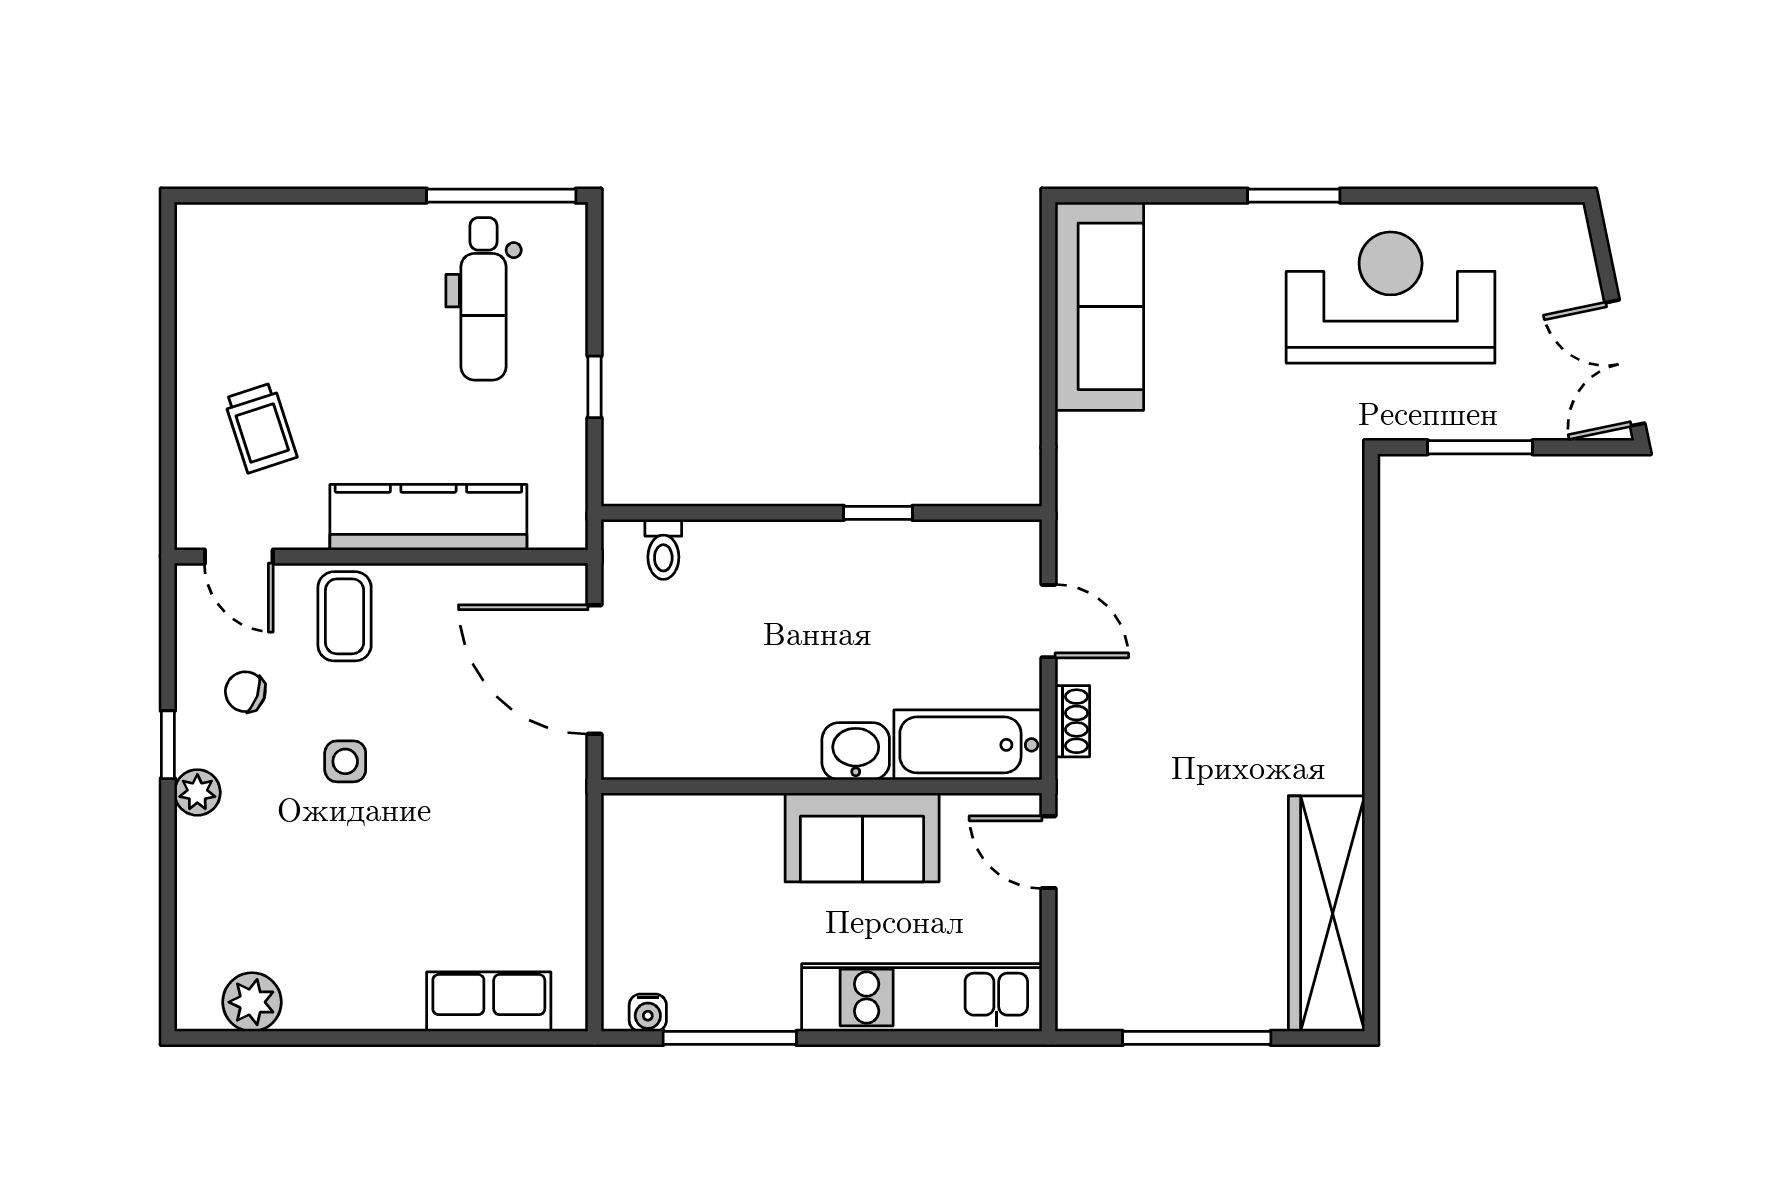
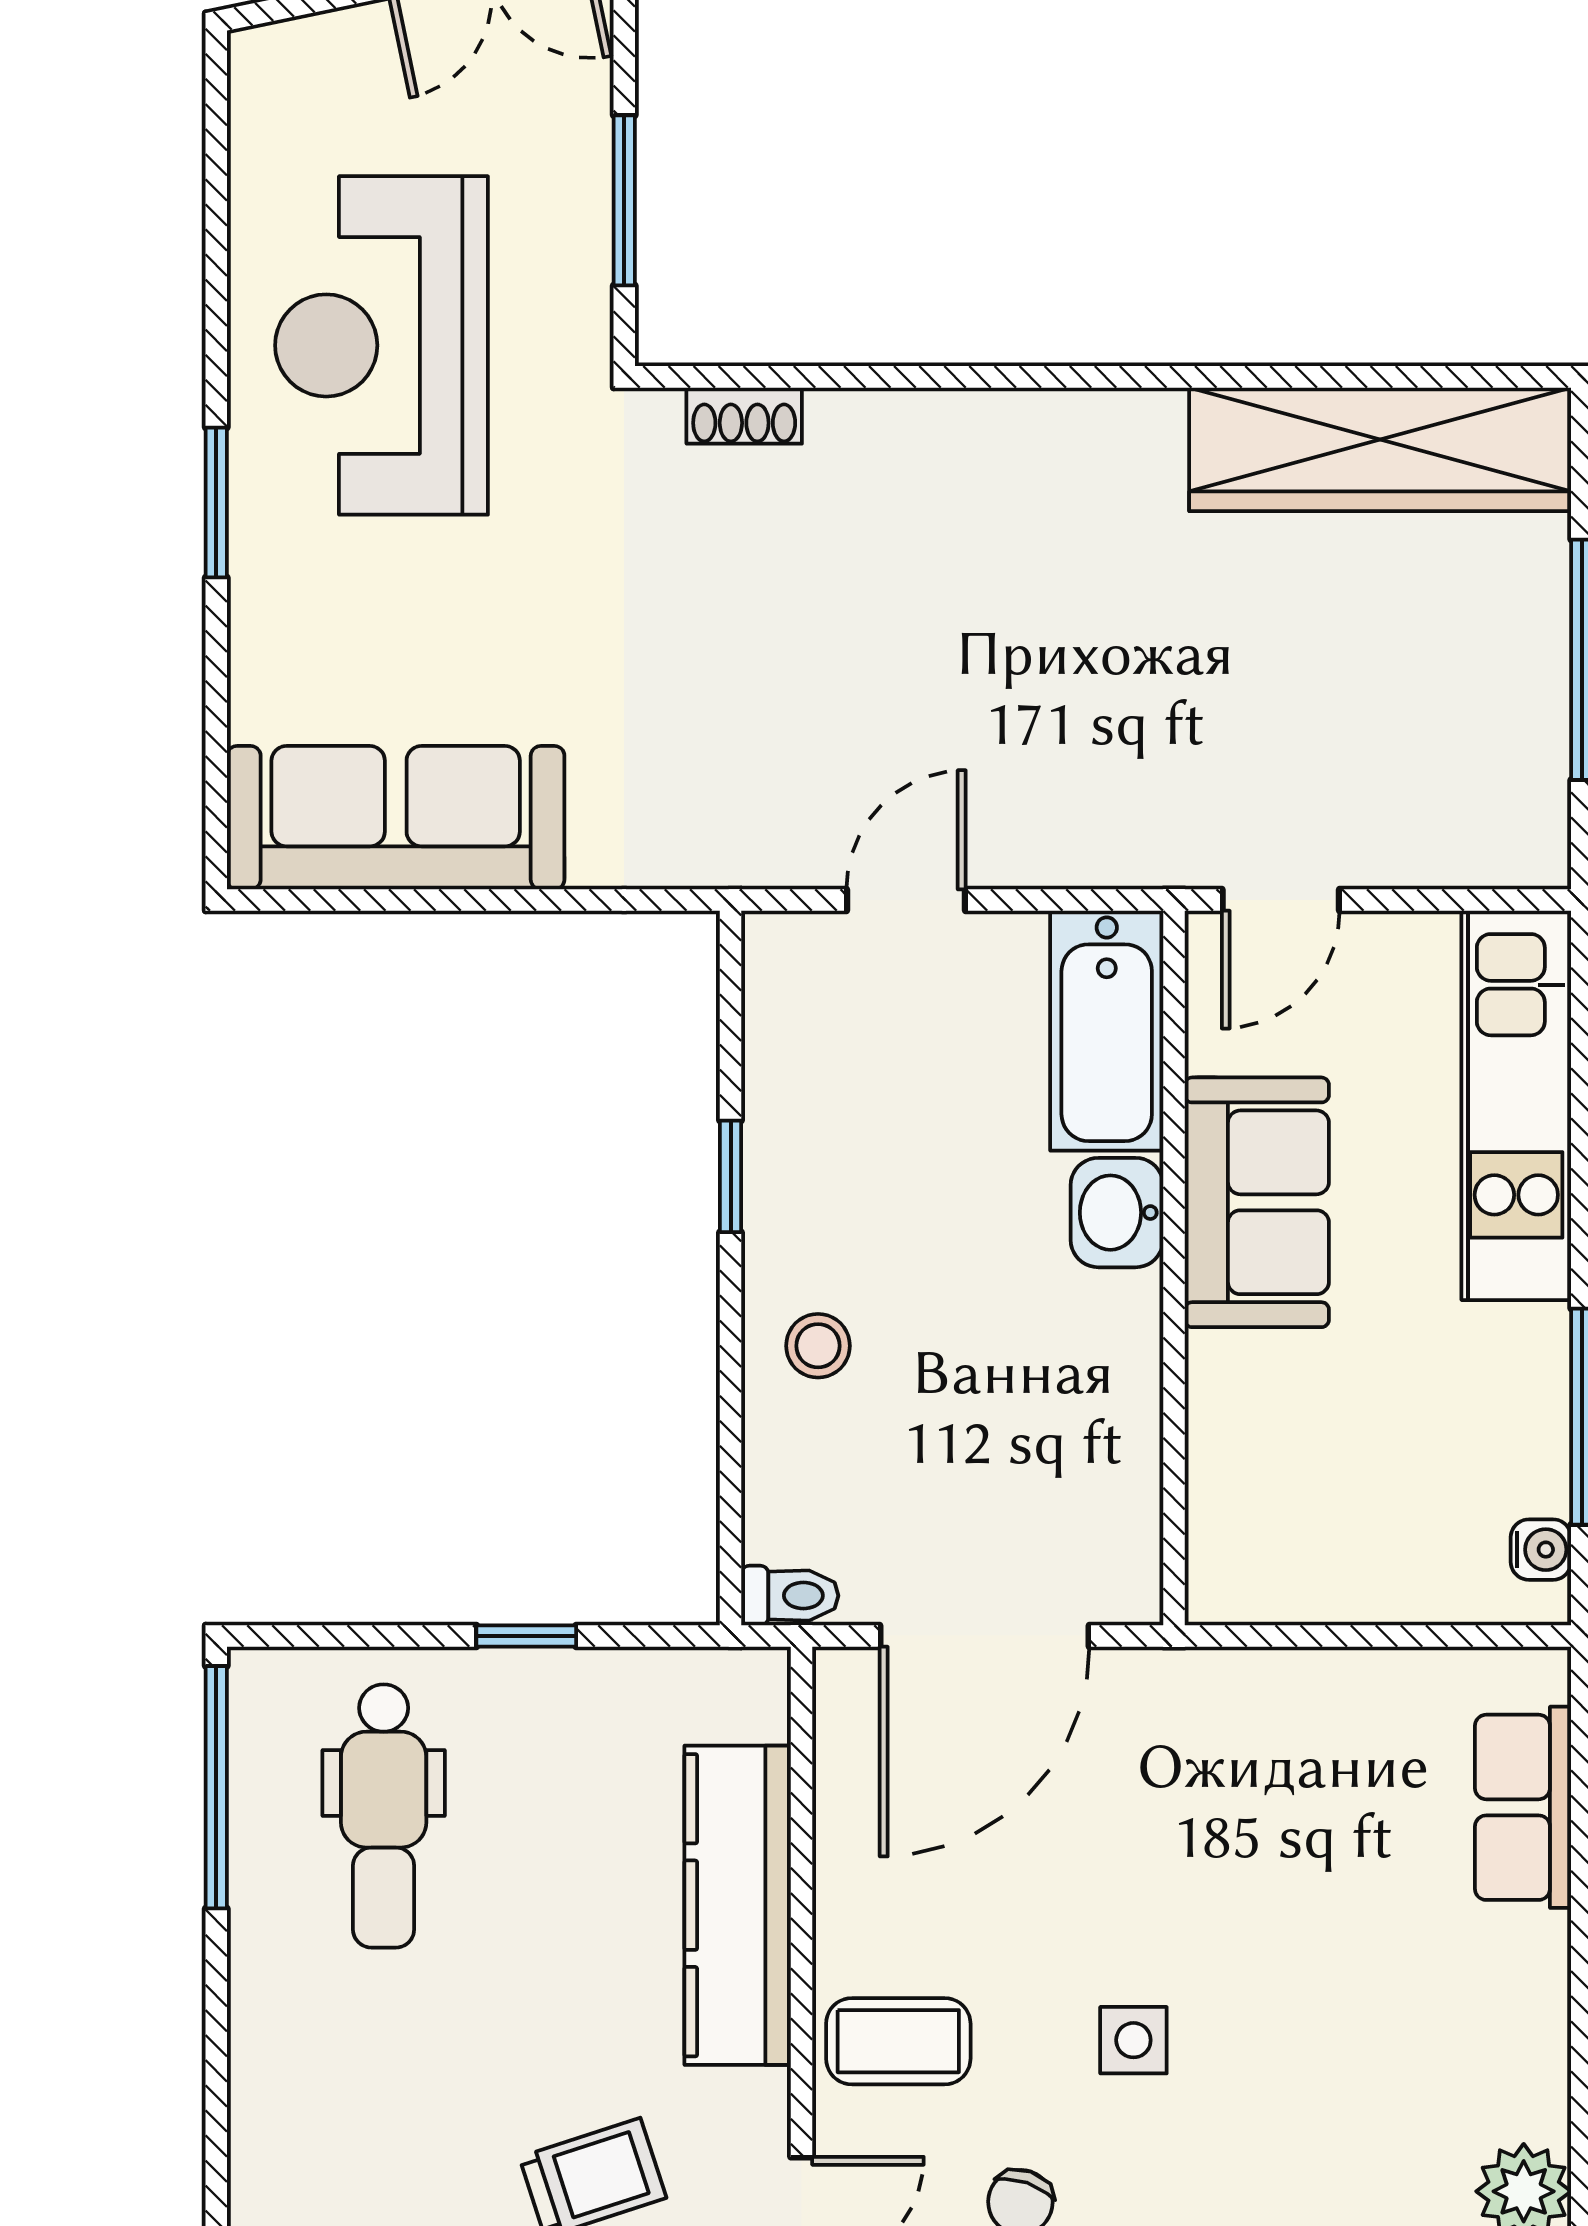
dental chair: (484, 299) -> (384, 1816), turned 90
toilet: (663, 549) -> (790, 1596), moved
stool: (774, 567) -> (818, 1346), added
shoe rack: (1072, 721) -> (744, 416), moved, turned 180

